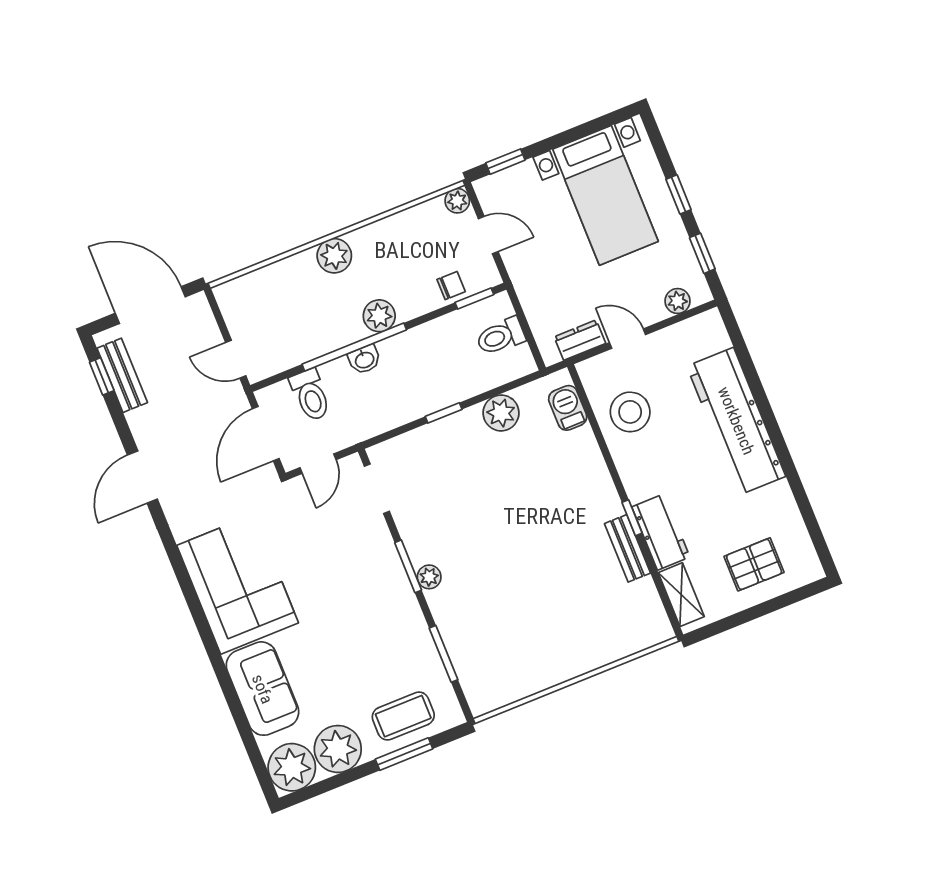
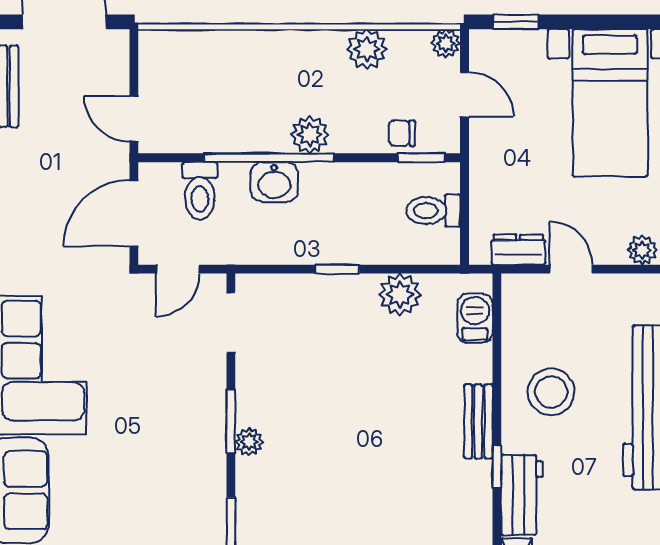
plant: (334, 256) -> (367, 49), moved
chair: (451, 286) -> (402, 133), turned 180
washbasin: (364, 359) -> (274, 182), width x1.38, depth x1.45
stool: (630, 412) -> (551, 392), moved
bench: (627, 548) -> (478, 421), moved

